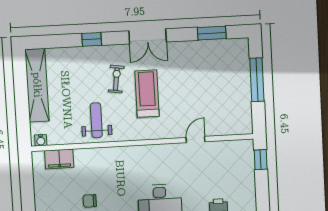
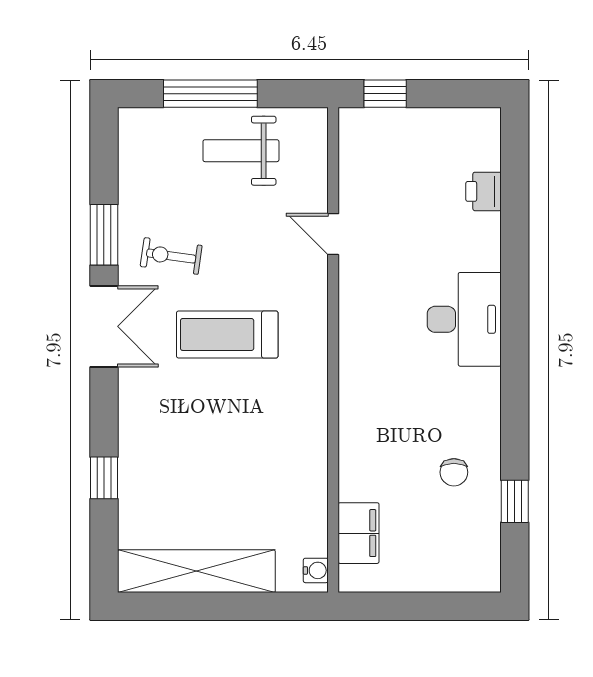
window: (212, 33) -> (104, 235), moved
window: (92, 39) -> (104, 478), moved
exercise bike: (116, 79) -> (171, 256), moved
weight bench: (96, 120) -> (241, 151), moved

